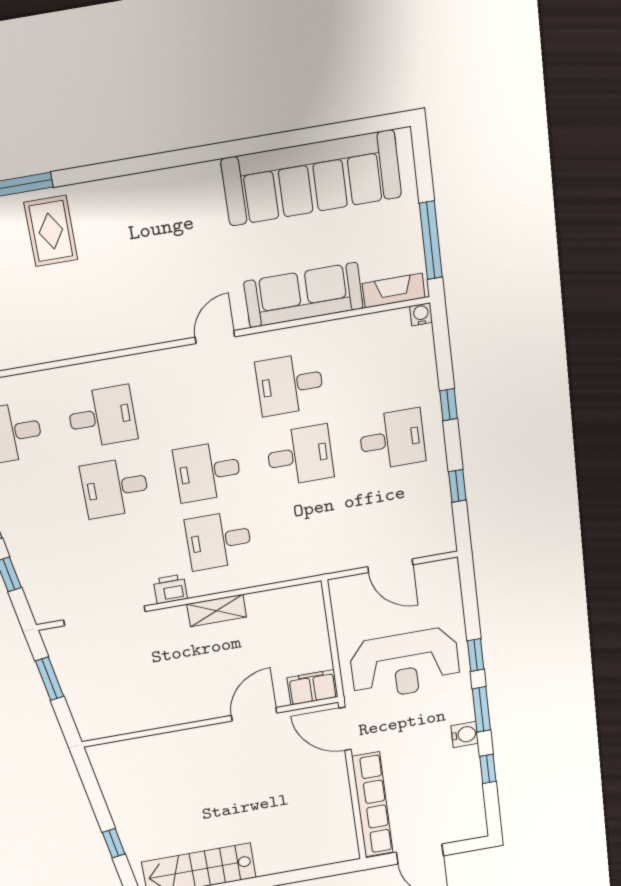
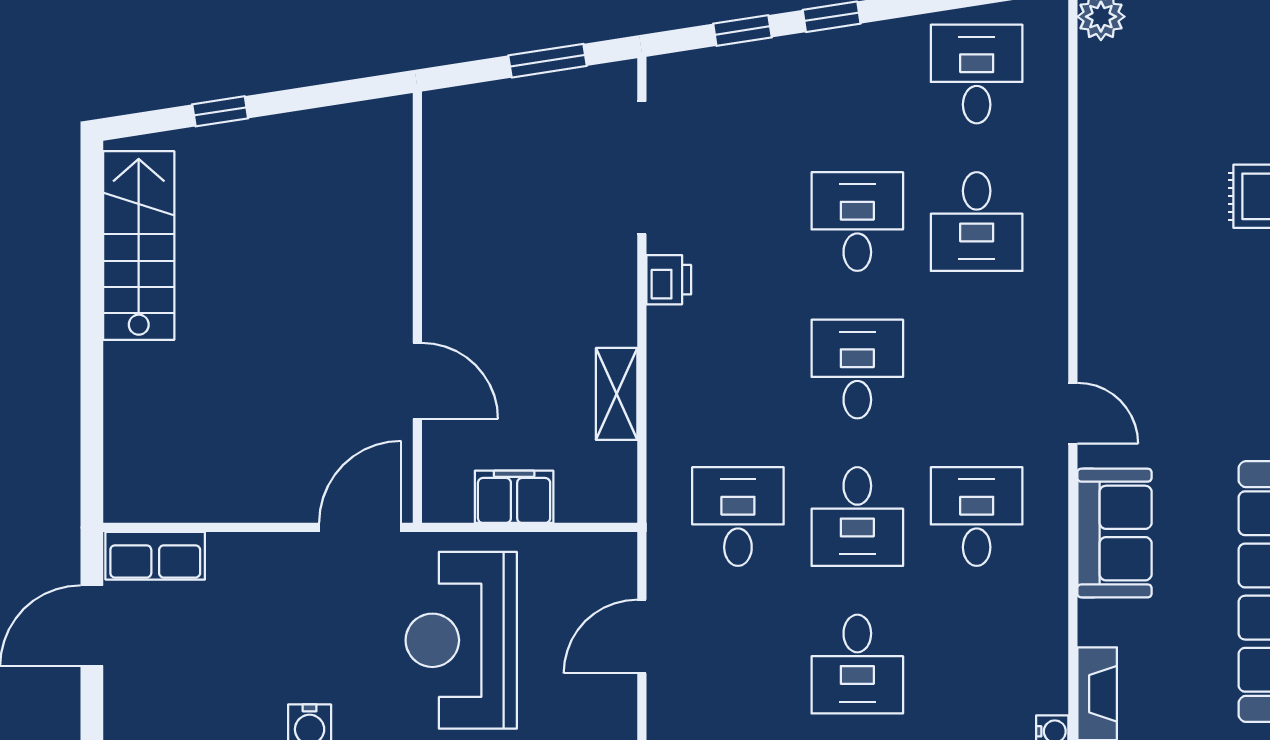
sofa: (304, 295) -> (1114, 533), width x0.73
desk: (219, 540) -> (738, 517), moved
shelving: (217, 611) -> (617, 394), moved
filing cabinet: (312, 687) -> (514, 497), moved, turned -90
row of seats: (372, 805) -> (155, 556), width x0.50

